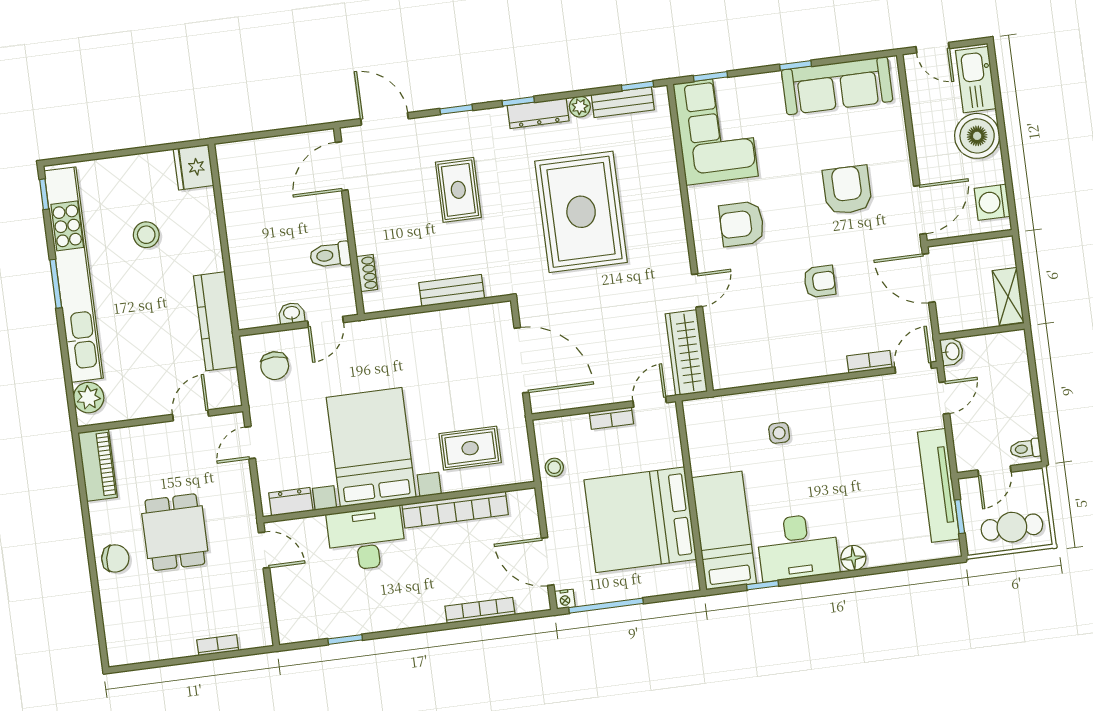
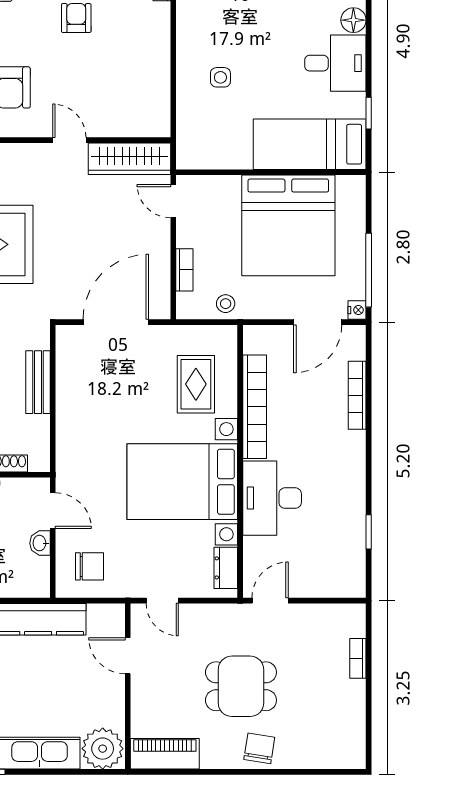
plant: (89, 398) -> (103, 749), width x1.36, depth x1.36
bookcase: (611, 418) -> (184, 270), moved
desk: (798, 547) -> (335, 63), width x0.73

